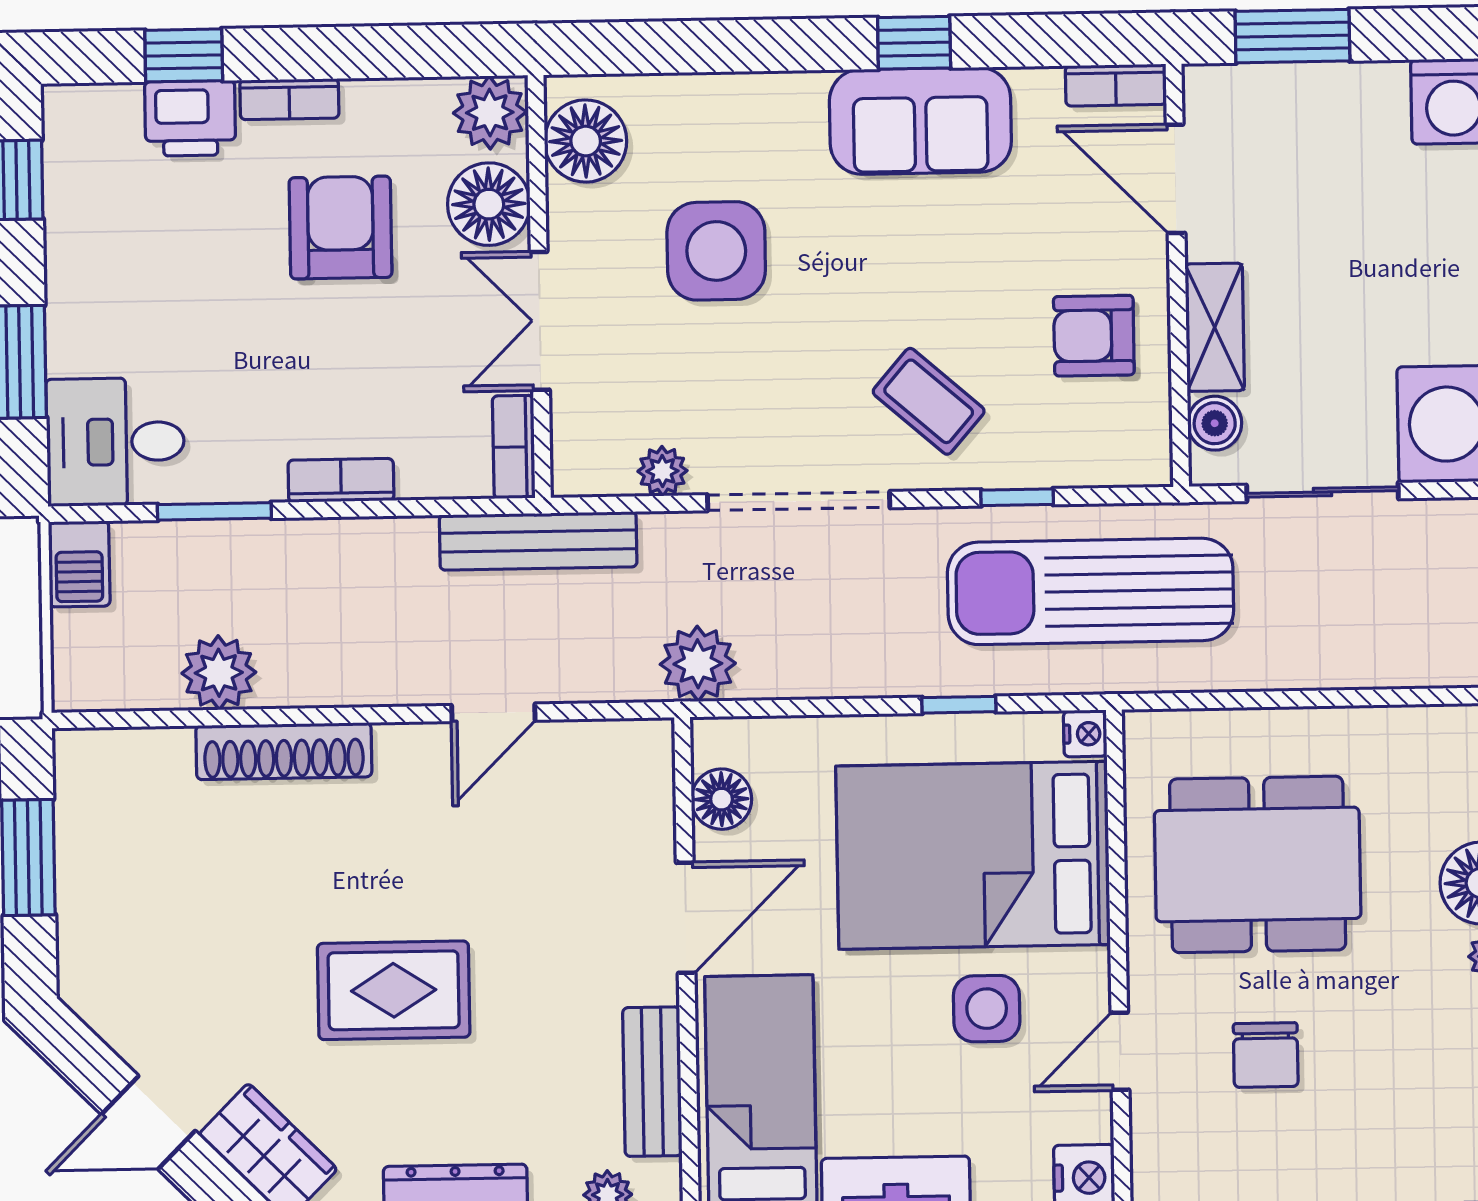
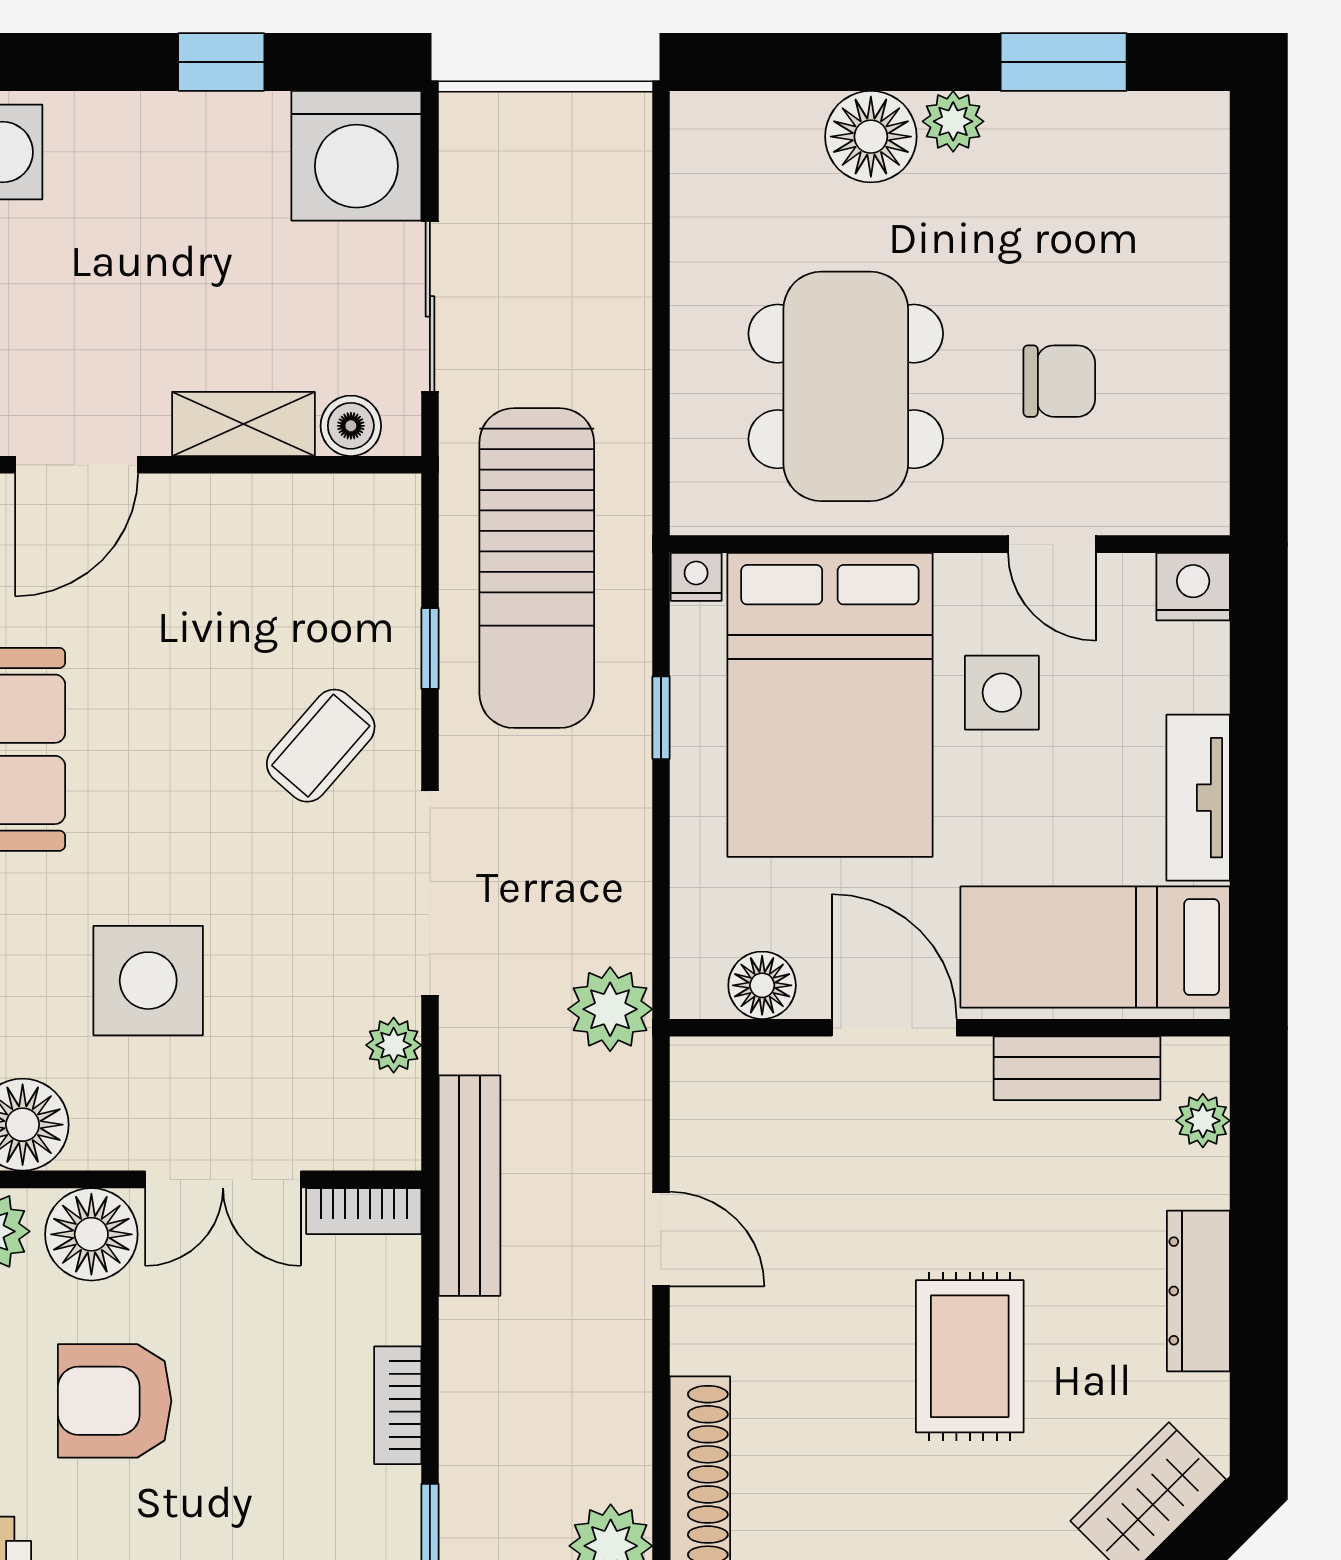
armchair: (1094, 336) -> (250, 559), removed

